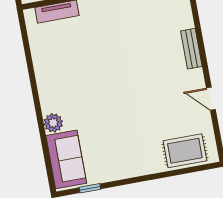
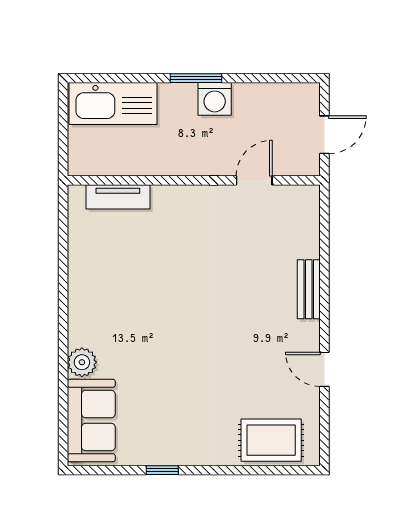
window: (90, 188) -> (162, 470), moved

